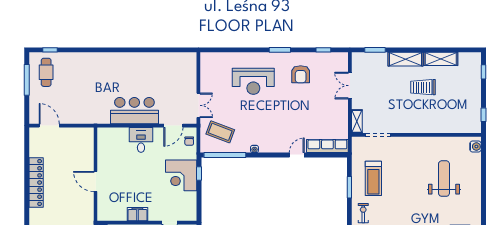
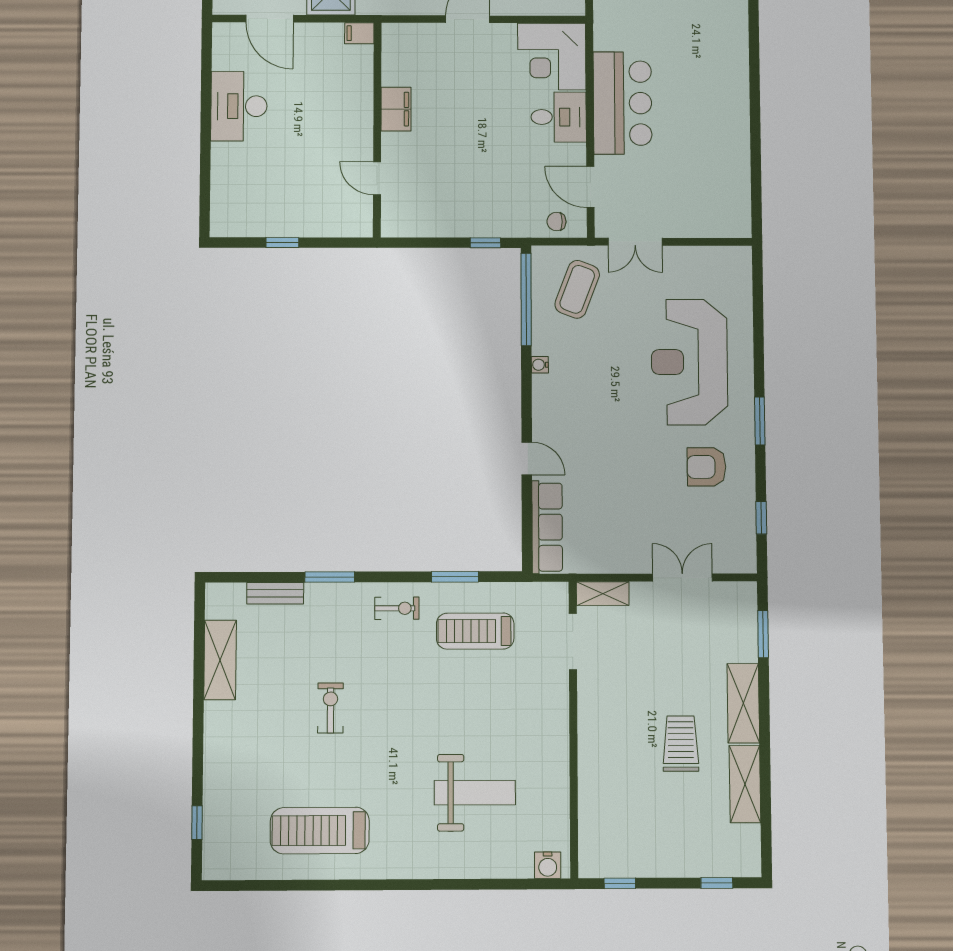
reception desk: (253, 81) -> (689, 362), width x1.36, depth x1.30
corner desk: (181, 175) -> (552, 57), moved, turned -90

